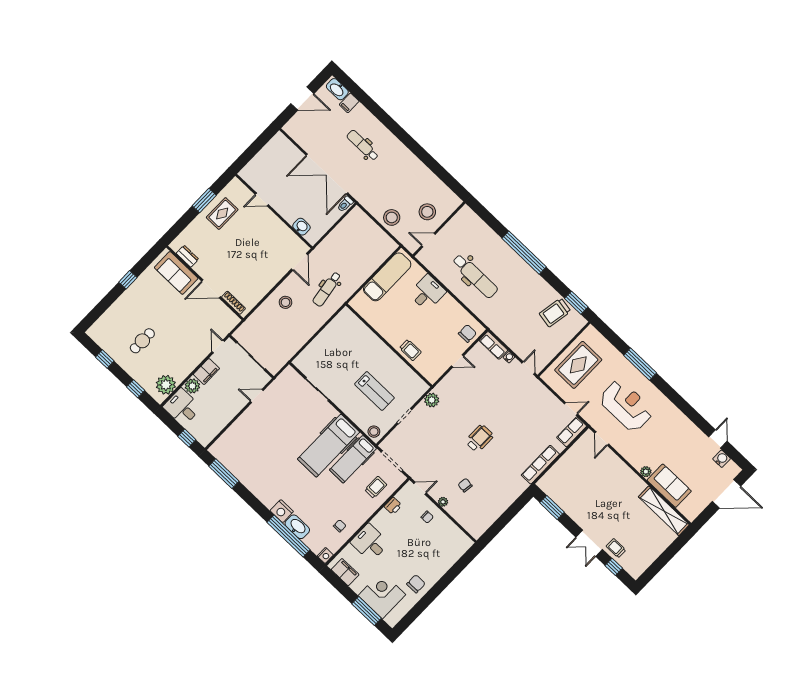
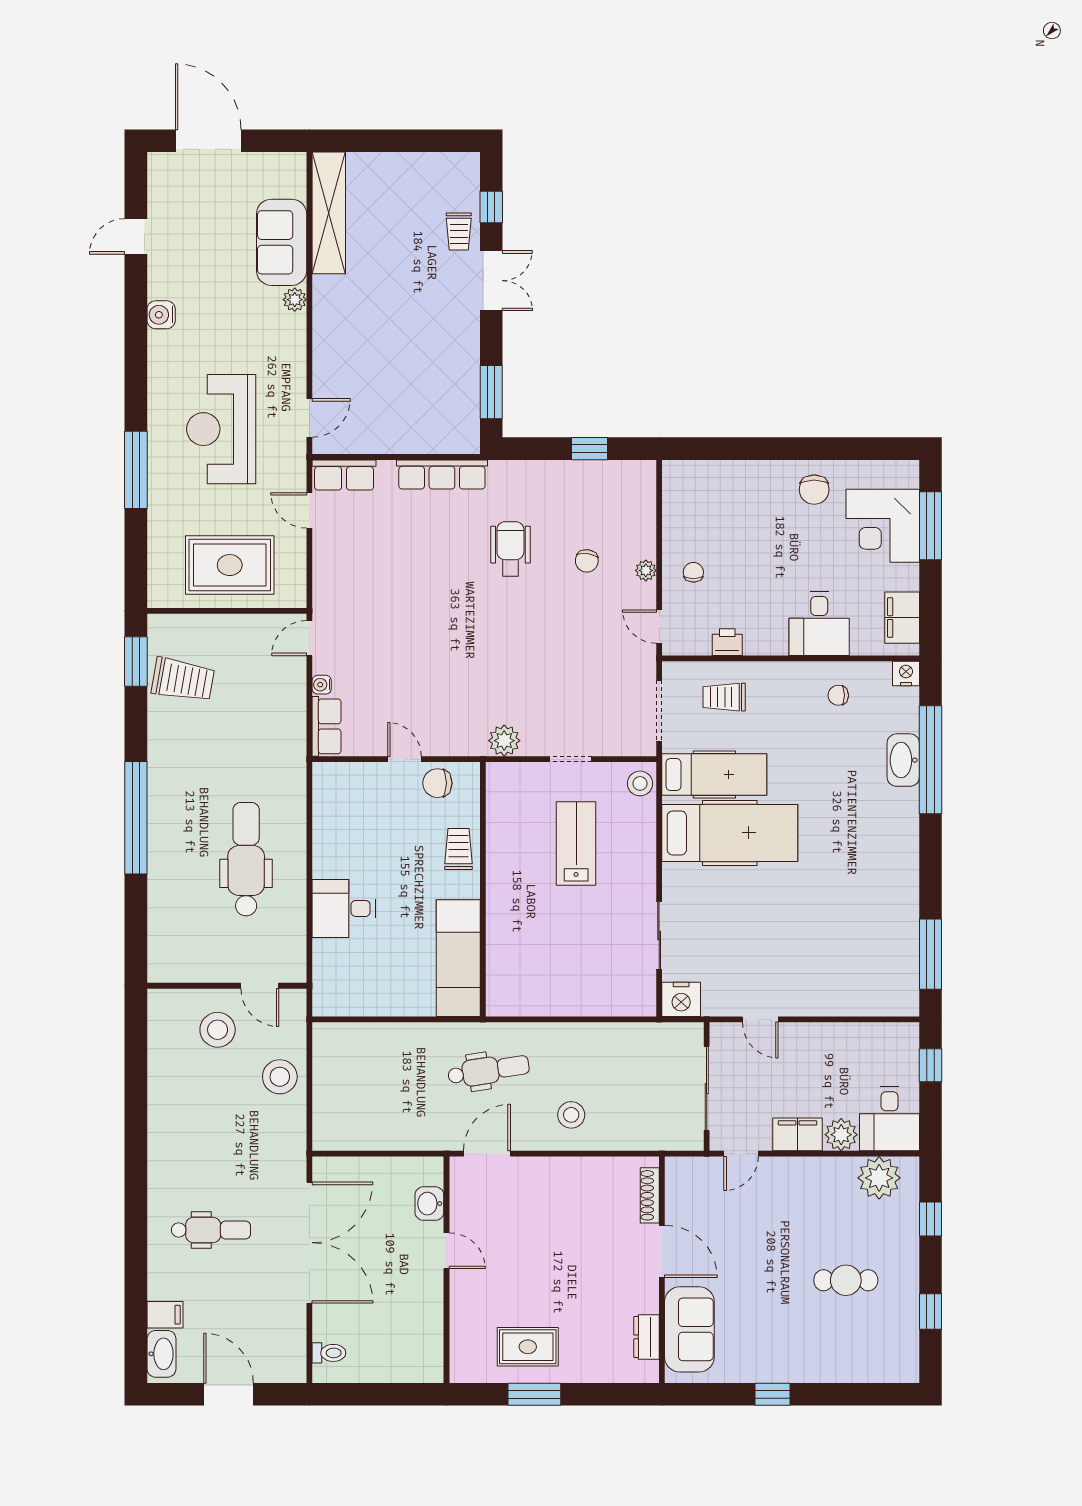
dental chair: (363, 145) -> (211, 1230), turned -90
door: (262, 200) -> (446, 1251), moved
toilet: (345, 204) -> (329, 1353), moved
exam couch: (387, 277) -> (458, 958), moved, turned -90
chair: (467, 333) -> (437, 783), moved
wheelchair: (479, 438) -> (510, 549), moved, turned 90
water cooler: (722, 459) -> (161, 315), moved
nightstand: (282, 511) -> (681, 999), moved, turned 90
window: (502, 522) -> (590, 449), added
chair: (416, 584) -> (814, 490), turned -90

